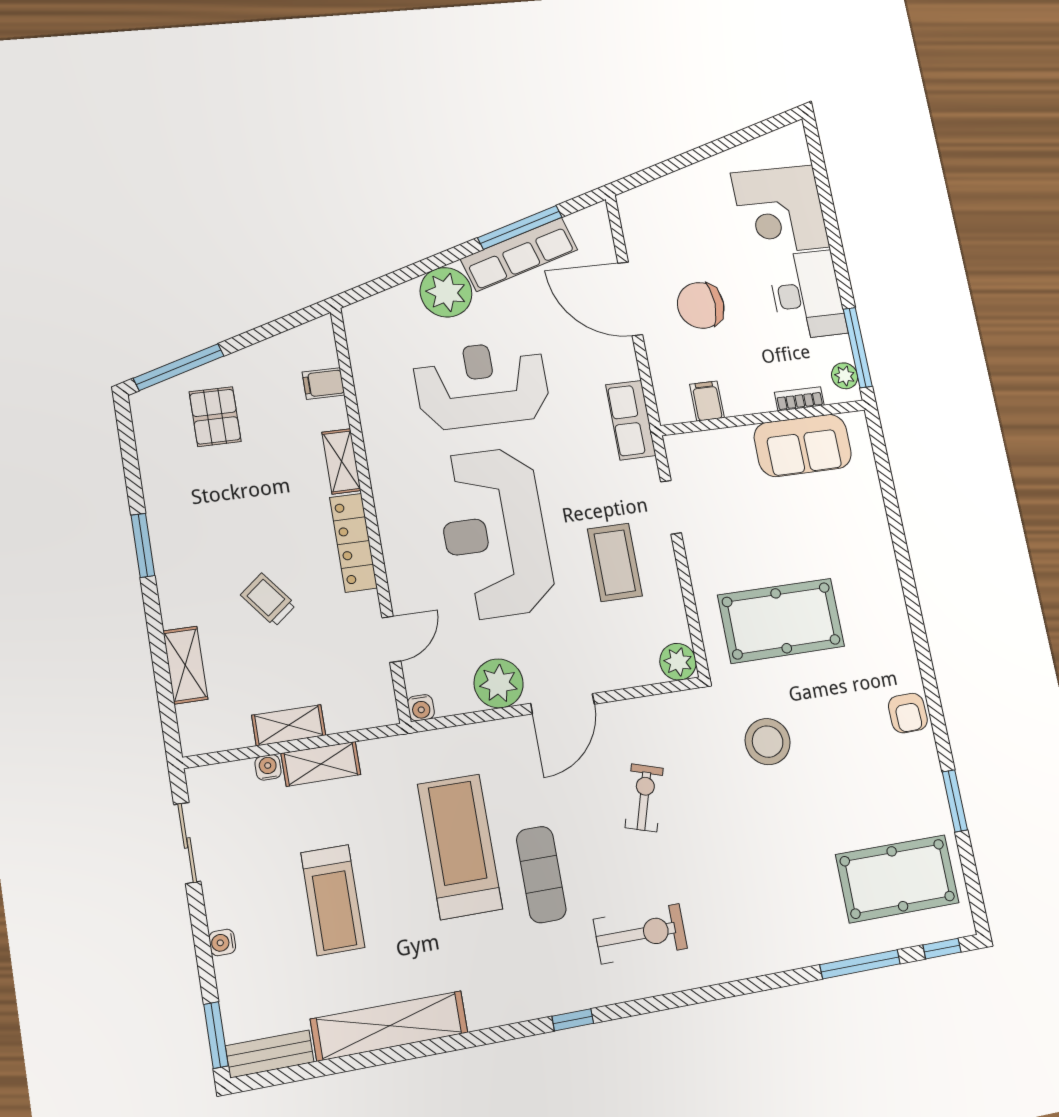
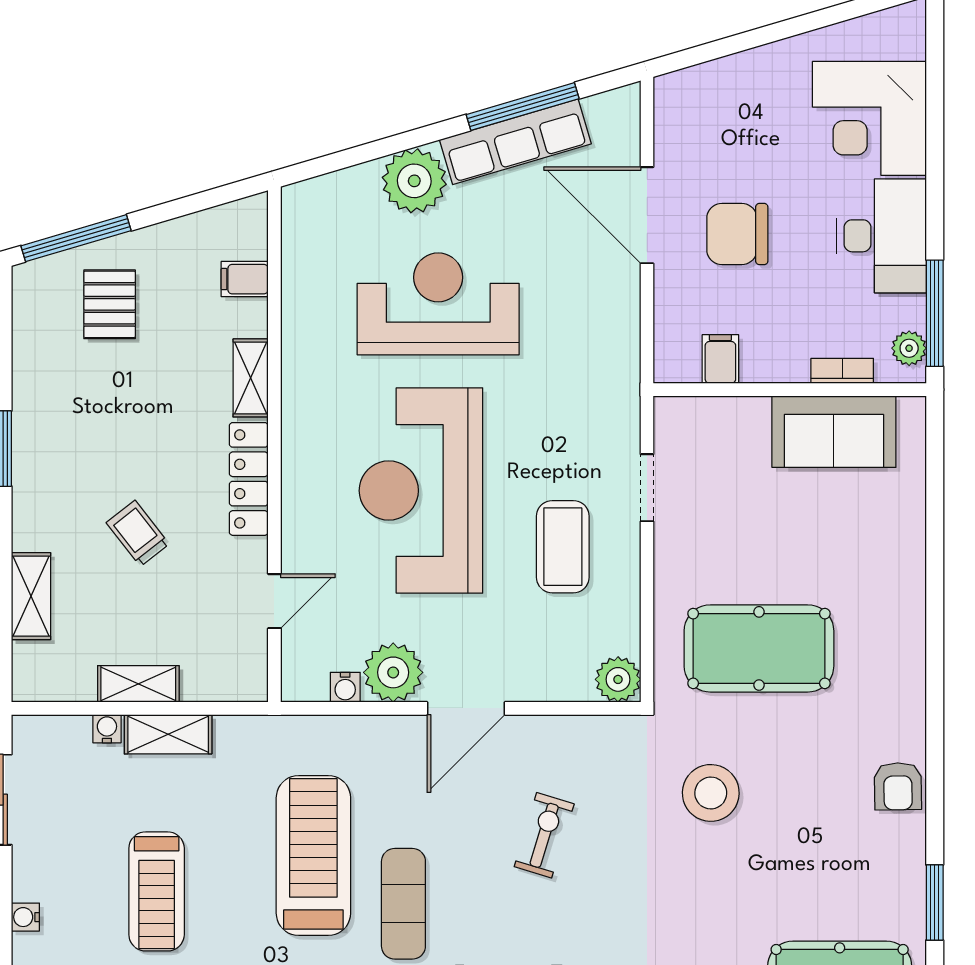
row of seats: (631, 420) -> (617, 372), removed
water cooler: (421, 708) -> (345, 687), moved

